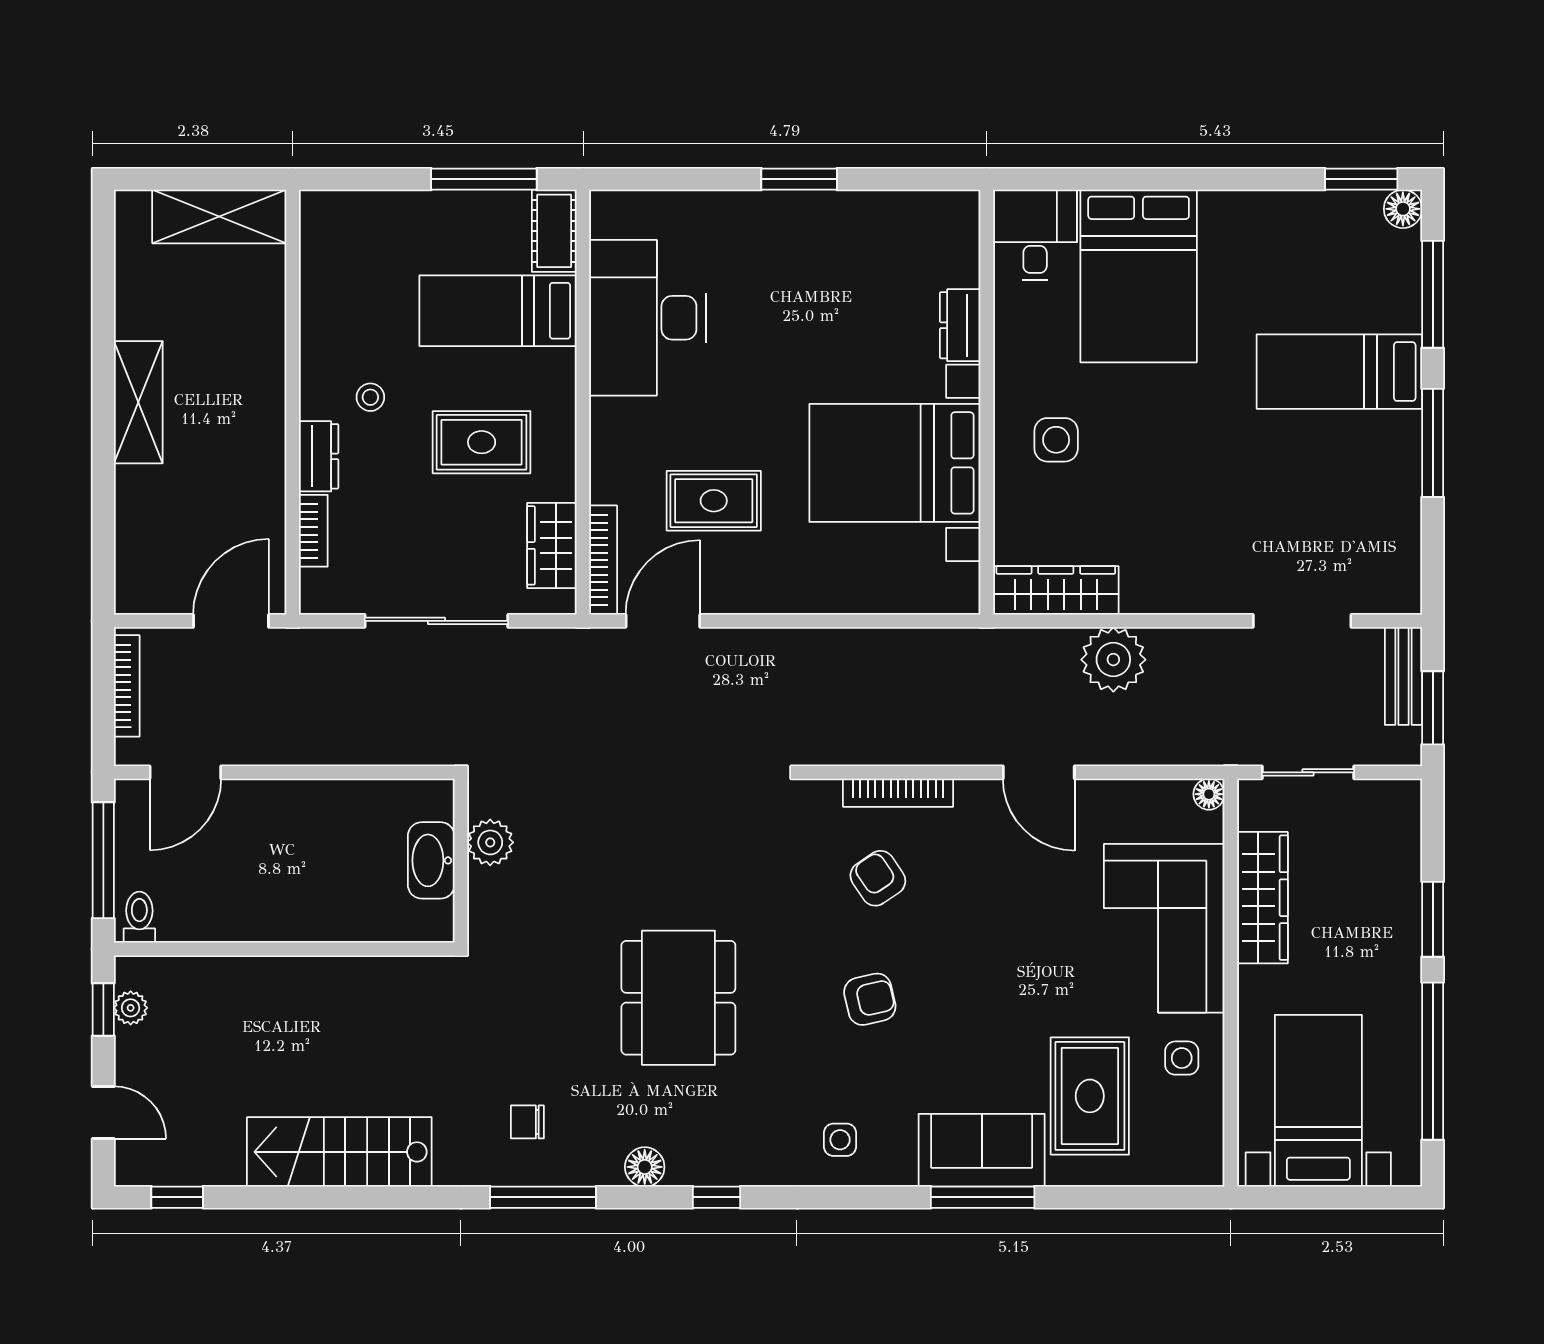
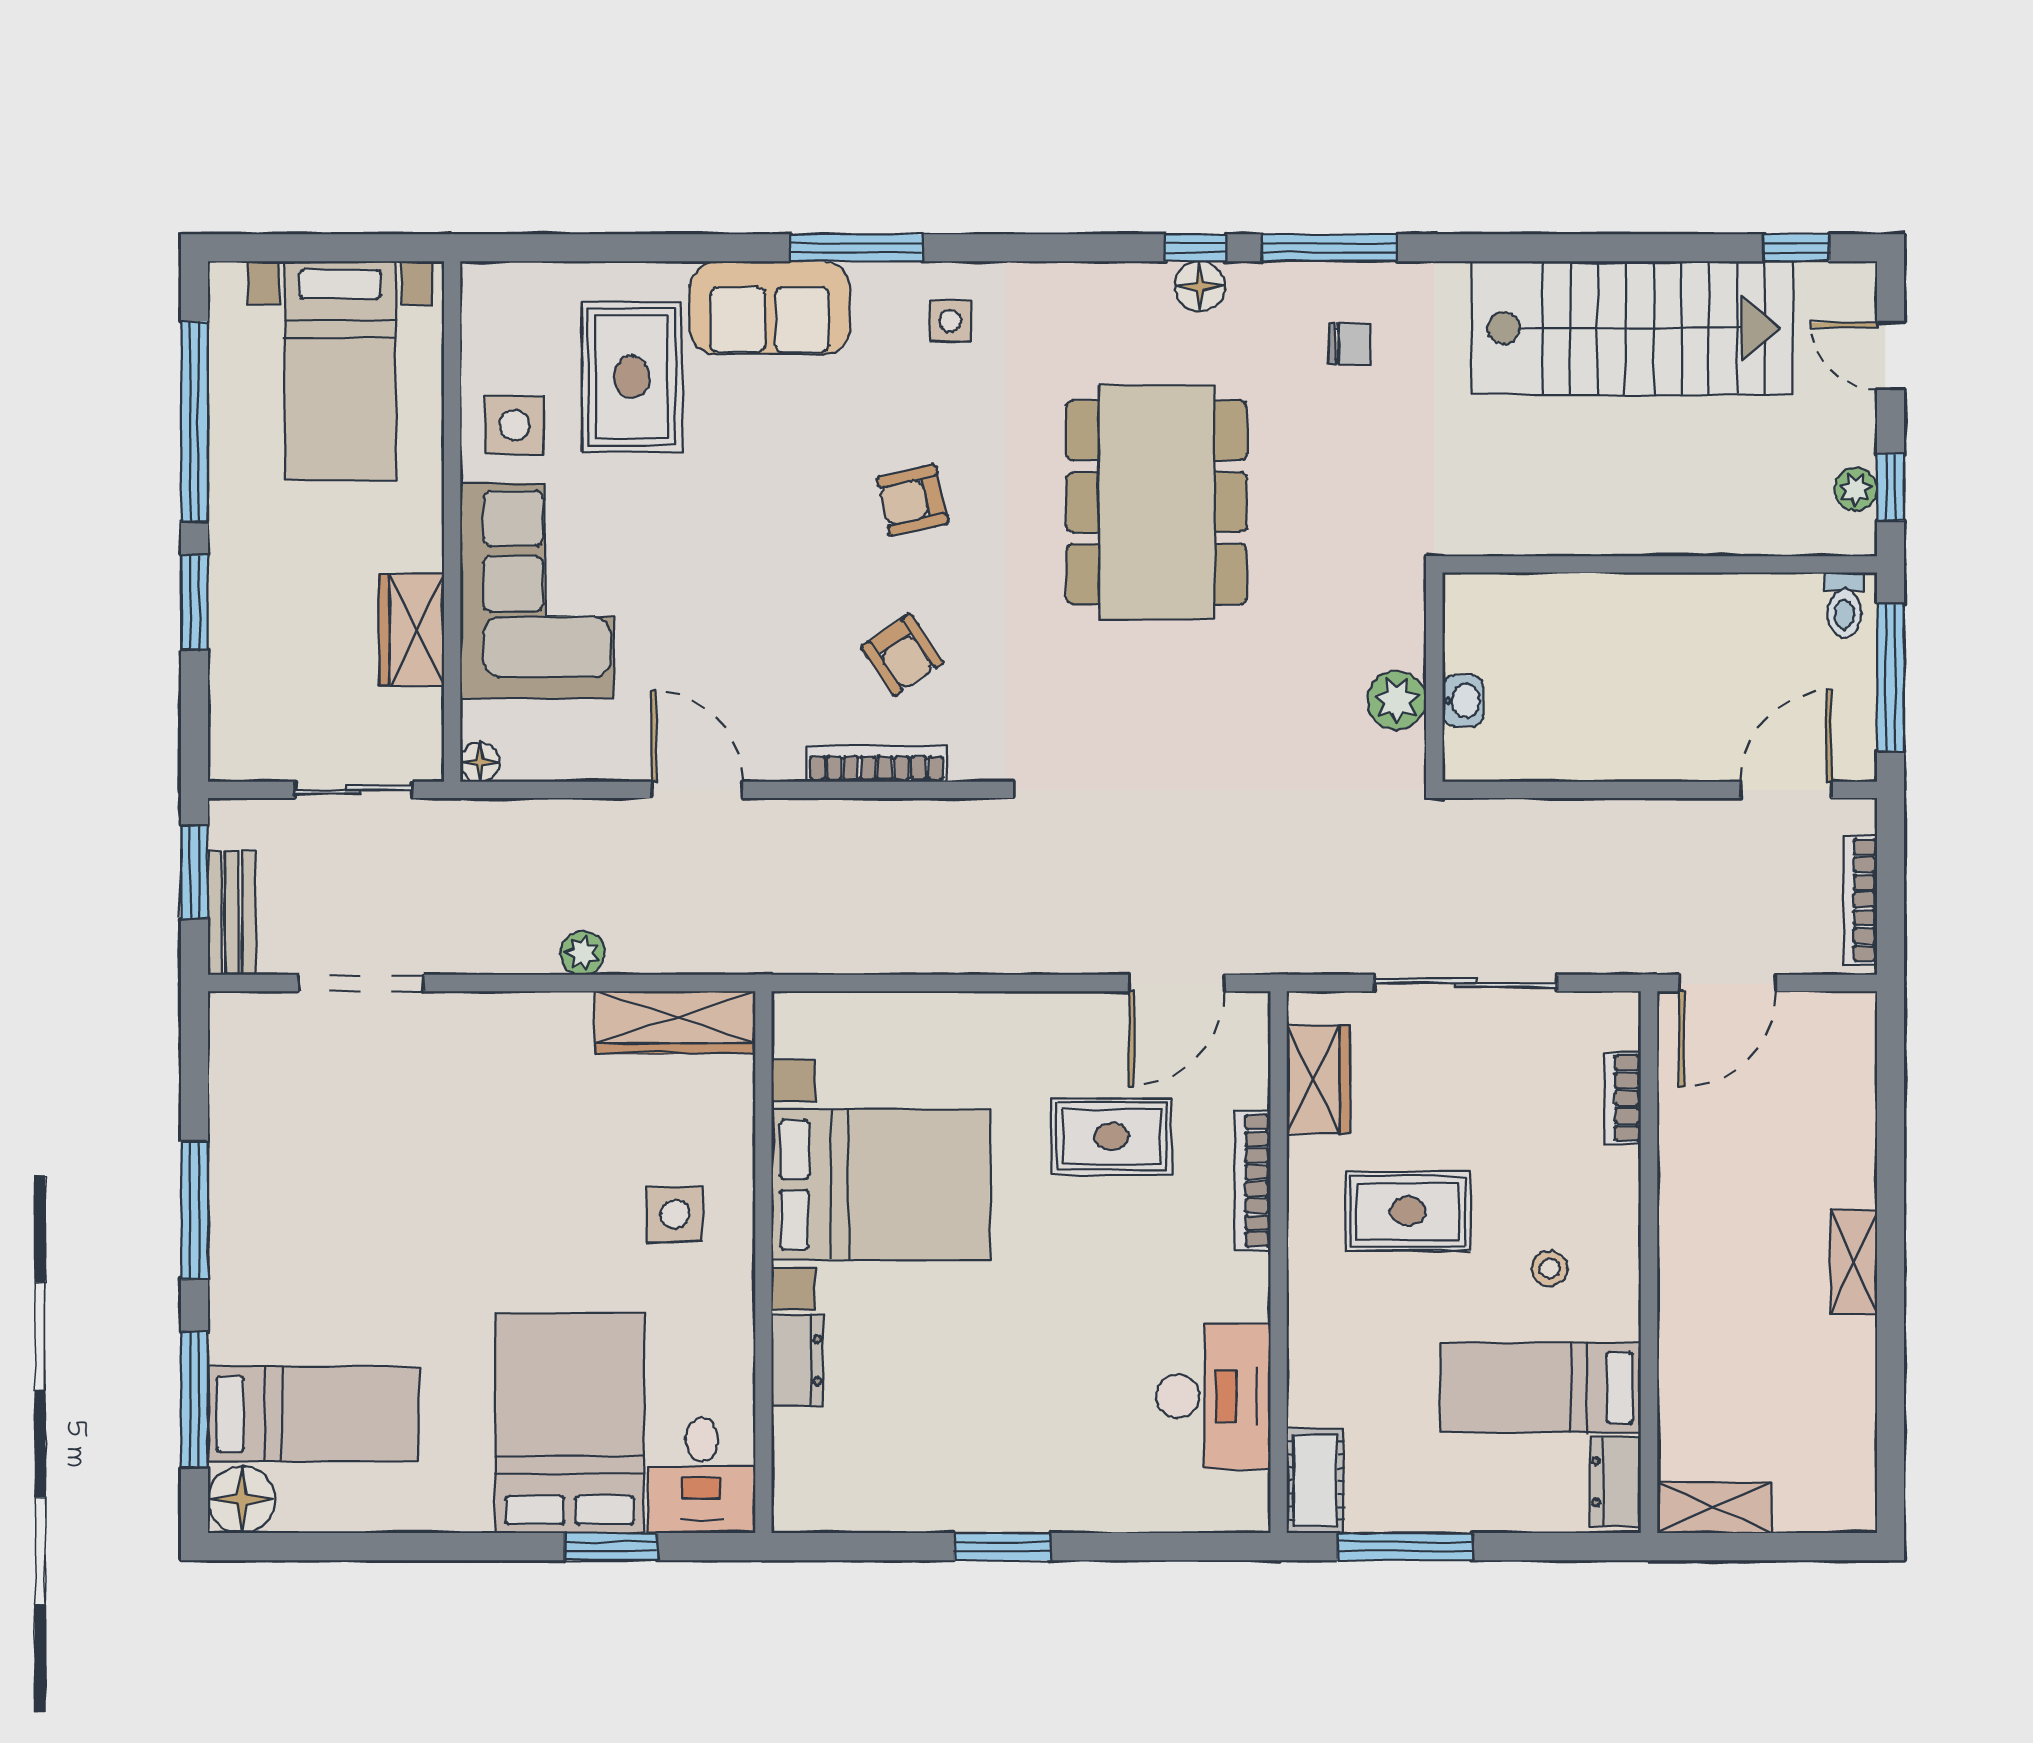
window: (1361, 179) -> (611, 1547), moved
floor lamp: (1403, 209) -> (241, 1500), width x1.38, depth x1.38
shelving: (219, 216) -> (1714, 1508), width x0.67, depth x0.75
bed: (498, 311) -> (1541, 1388), moved, turned 180
desk: (647, 318) -> (1213, 1396), width x0.73, depth x0.77
bed: (1339, 372) -> (313, 1414), moved
shelving: (138, 402) -> (1854, 1262), width x0.67, depth x0.75
dresser: (319, 456) -> (1616, 1482), moved
bookcase: (603, 560) -> (1253, 1181), moved
plant: (1113, 660) -> (583, 953), width x0.53, depth x0.53
washbasin: (431, 860) -> (1463, 701), width x0.52, depth x0.69
wardrobe: (1262, 898) -> (412, 630), width x0.67
dining table: (678, 998) -> (1157, 502), width x1.36, depth x1.24
side table: (1182, 1058) -> (515, 425), width x1.37, depth x1.37
stairs: (339, 1152) -> (1632, 328), width x1.36, depth x1.51
window: (717, 1197) -> (1196, 248), moved
window: (983, 1197) -> (856, 248), moved

